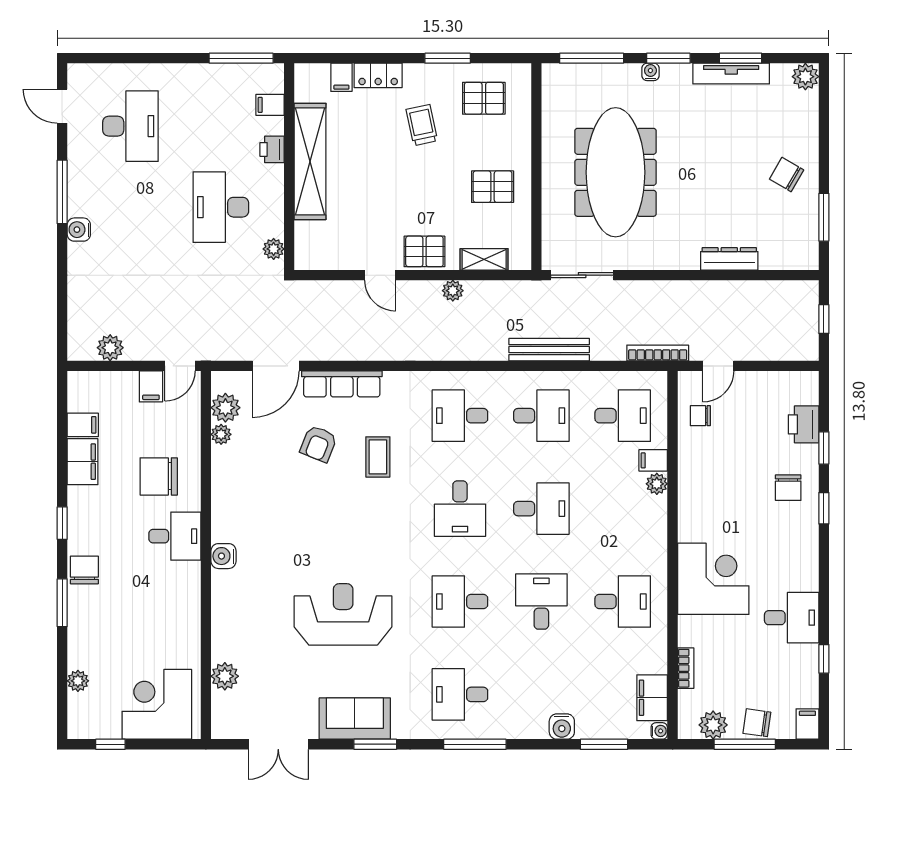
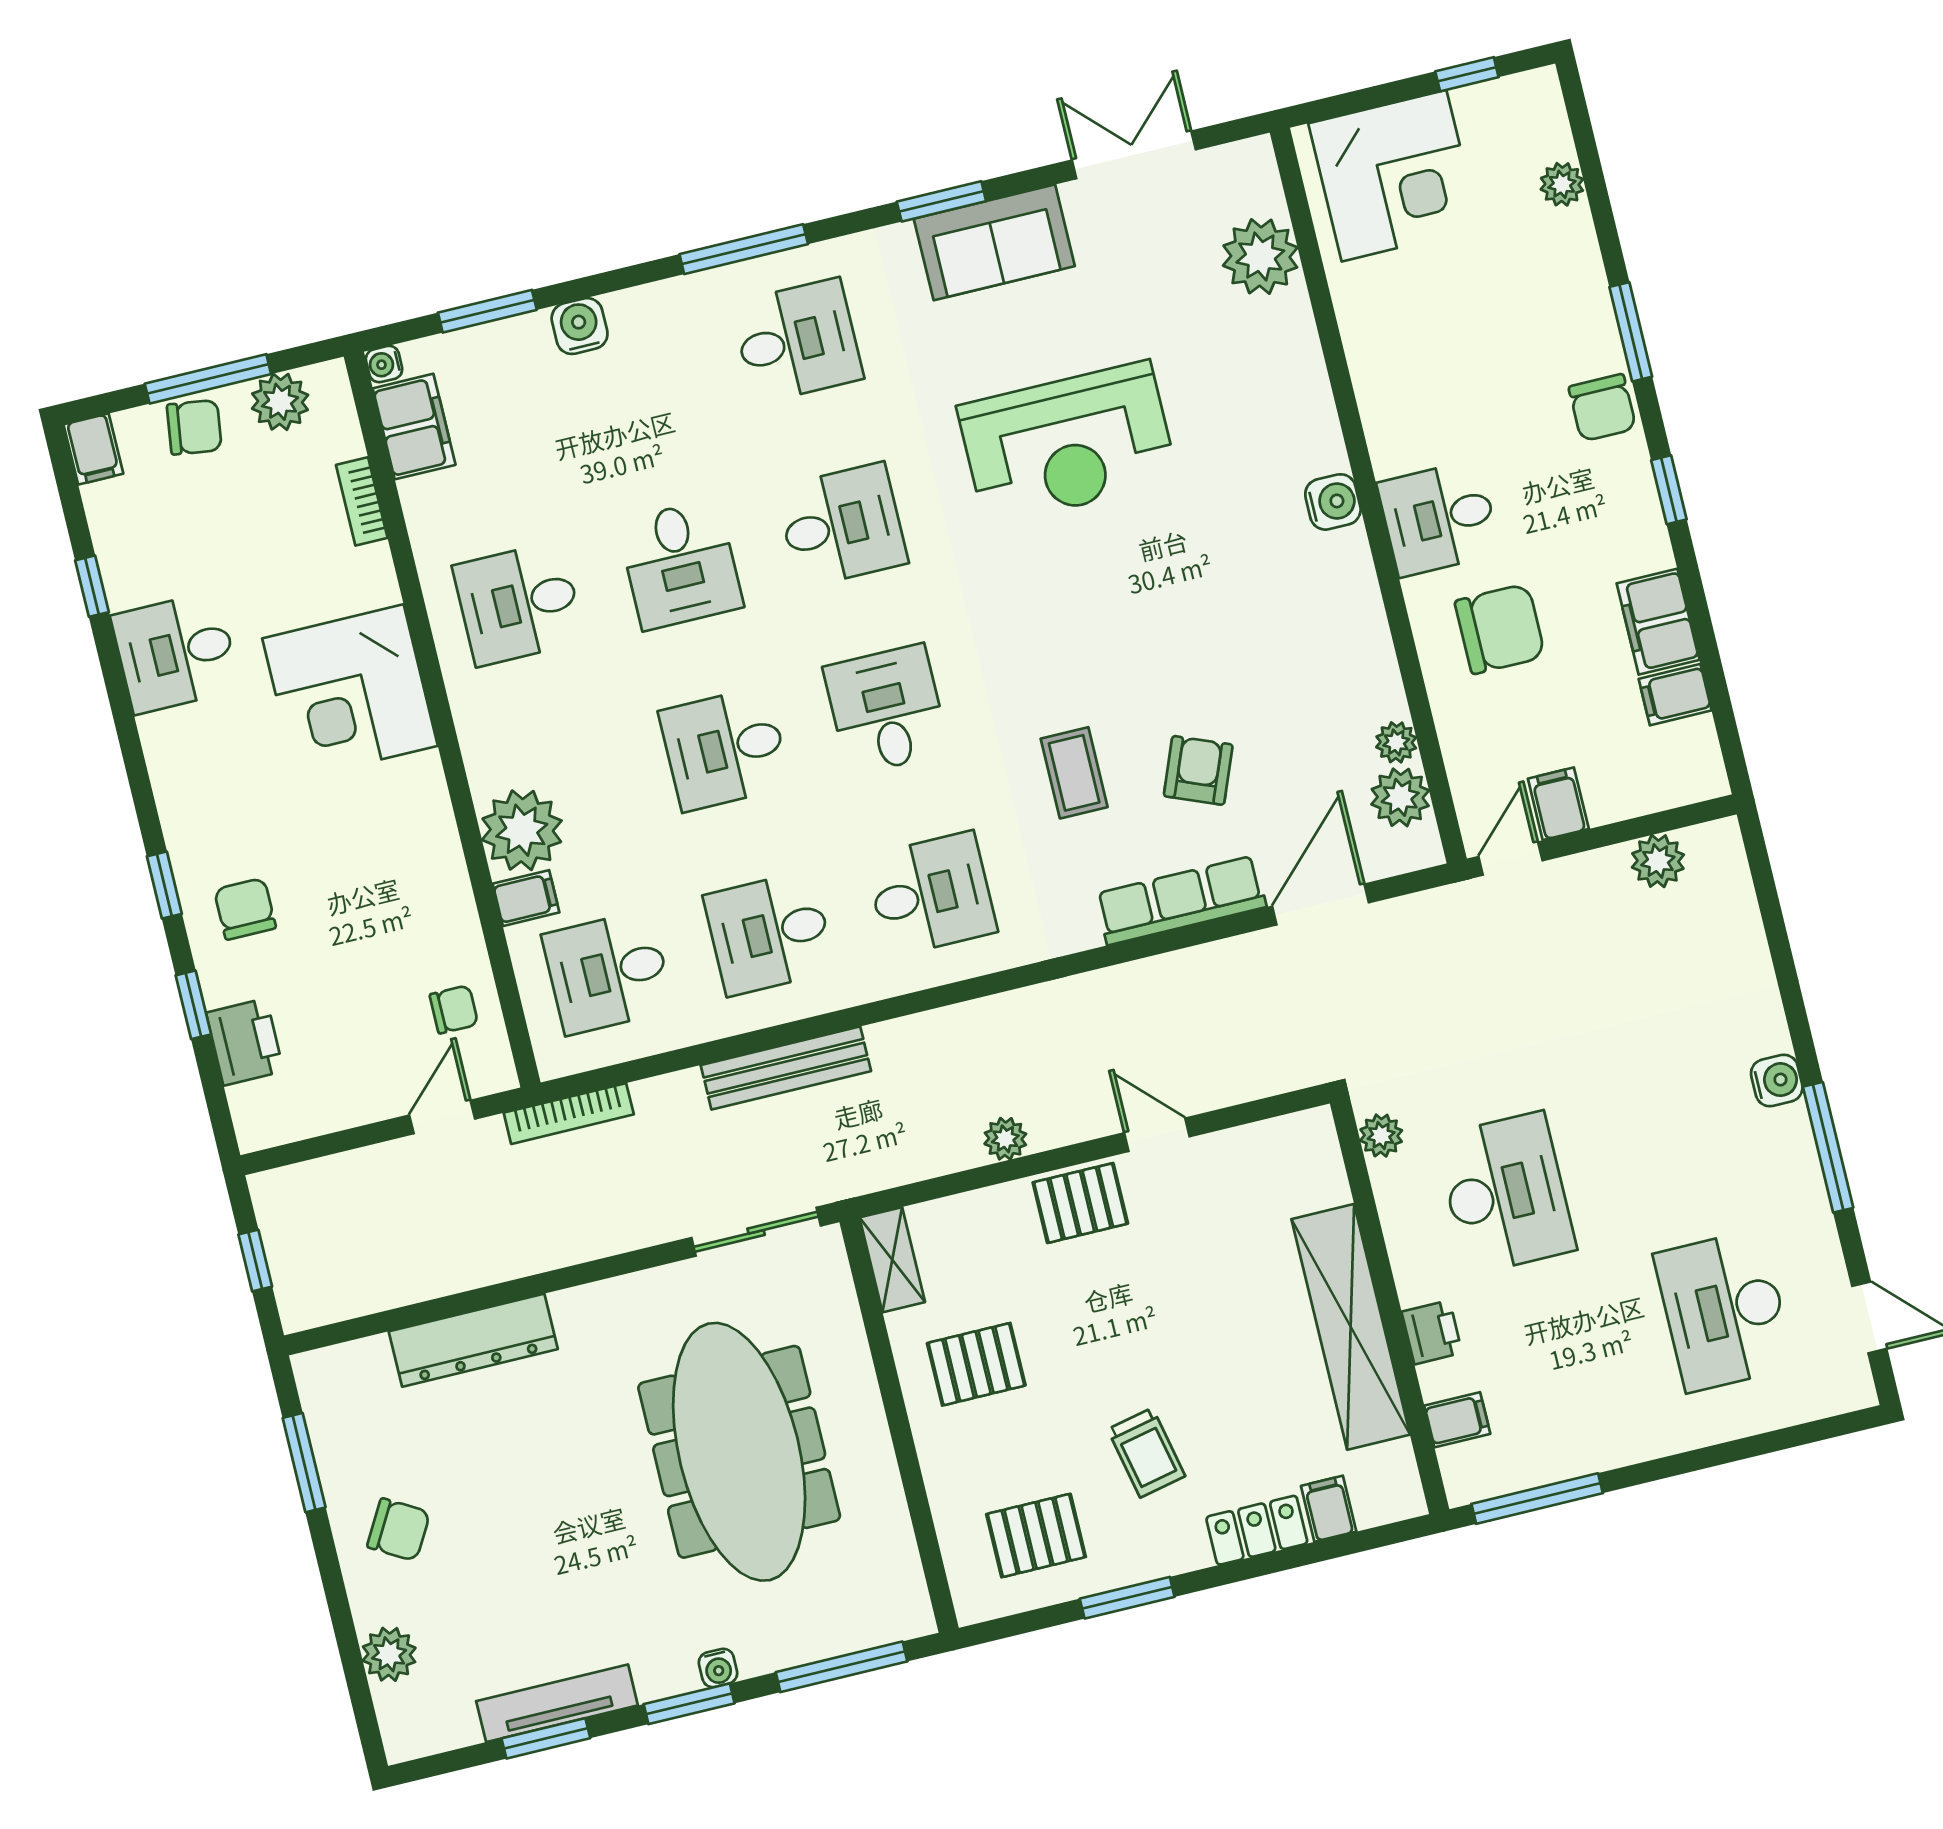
plant: (805, 77) -> (389, 1654), moved
shelving: (484, 259) -> (892, 1260), moved, turned 90
dresser: (729, 259) -> (473, 1340), width x1.37, depth x1.24
plant: (657, 484) -> (522, 830), width x1.88, depth x1.88
plant: (225, 676) -> (1260, 257), width x1.36, depth x1.36

